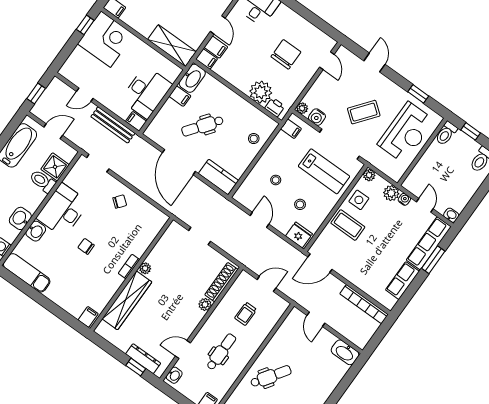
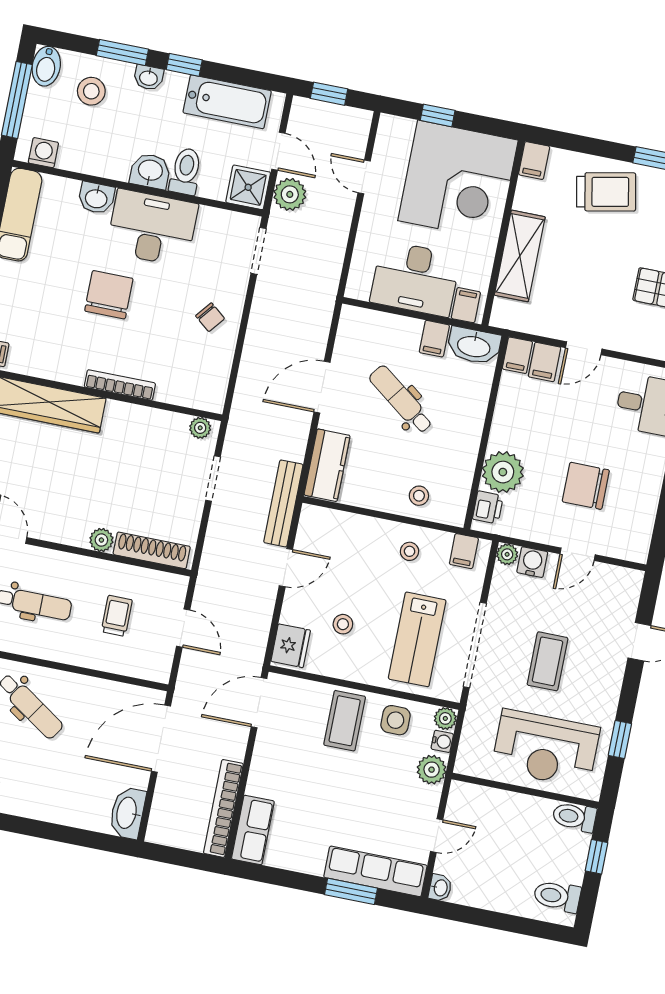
window: (85, 25) -> (438, 115), moved
corner desk: (106, 39) -> (458, 180), width x1.36, depth x1.36
shelving: (172, 46) -> (520, 256), moved
chair: (286, 54) -> (586, 486), turned 180
door: (327, 61) -> (578, 554), moved
coffee table: (364, 112) -> (548, 661), turned 52
water cooler: (317, 117) -> (532, 562), moved, turned 90
filing cabinet: (136, 121) -> (466, 305), moved
bench: (113, 125) -> (283, 503), moved
plant: (77, 135) -> (290, 194), added
door: (179, 162) -> (322, 387), width x0.73
shower: (55, 167) -> (248, 187), moved
stool: (276, 180) -> (410, 551), moved
water cooler: (404, 199) -> (442, 741), moved
washbasin: (20, 218) -> (150, 171), moved
chair: (86, 246) -> (109, 295), width x1.87, depth x1.87
door: (320, 263) -> (259, 703), hinge flipped
bookcase: (129, 267) -> (120, 385), width x1.56
plant: (145, 268) -> (200, 428), moved
row of seats: (402, 281) -> (253, 830), moved, turned 90
trolley: (246, 314) -> (117, 616), turned 90
door: (316, 319) -> (161, 739), width x1.88

